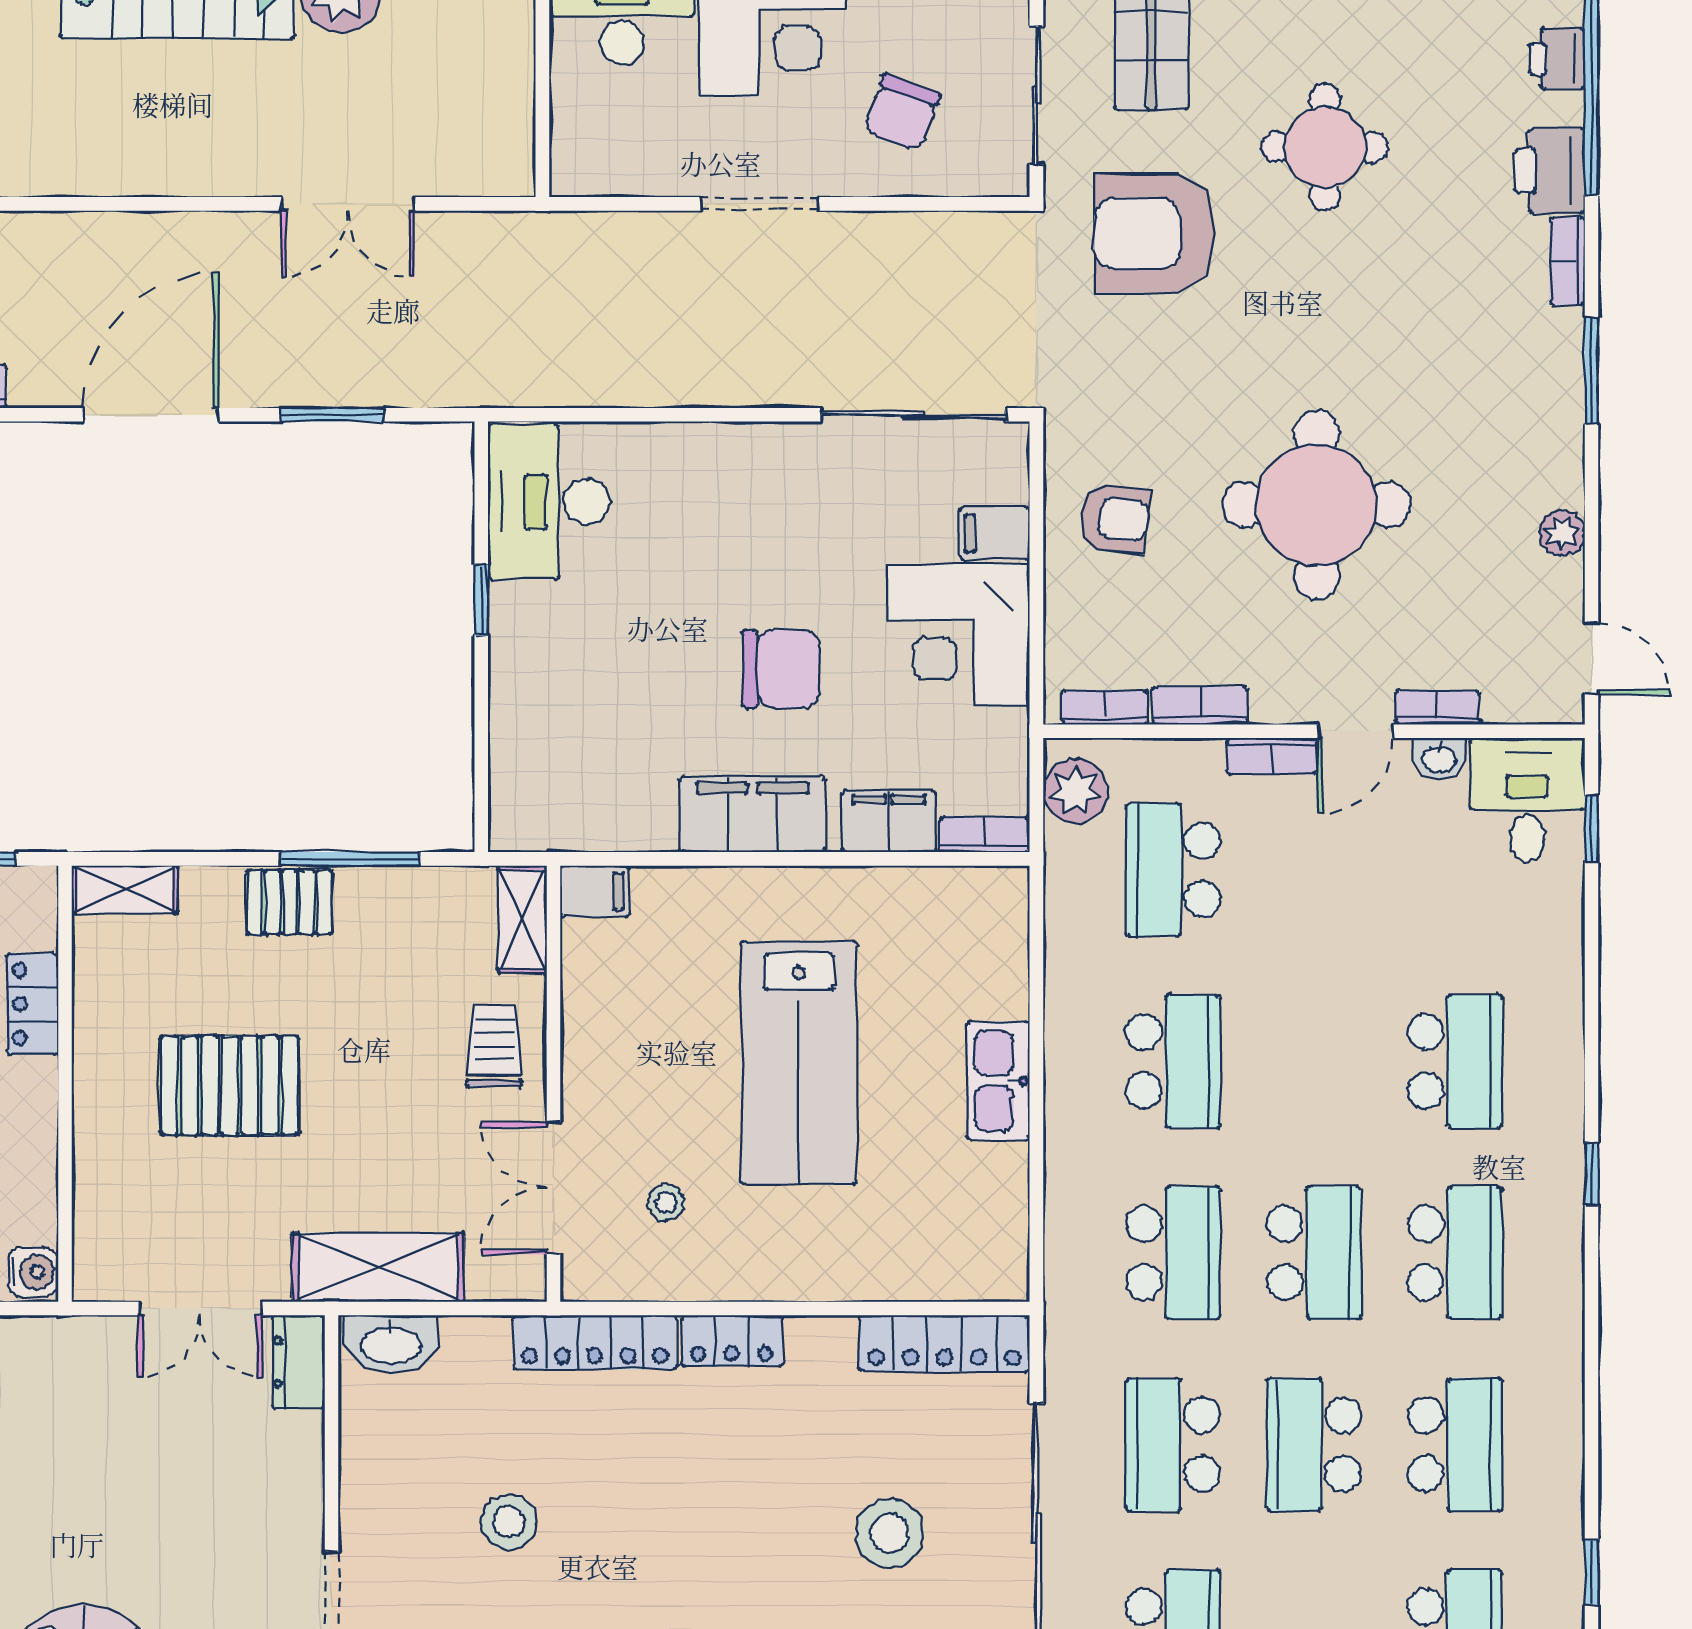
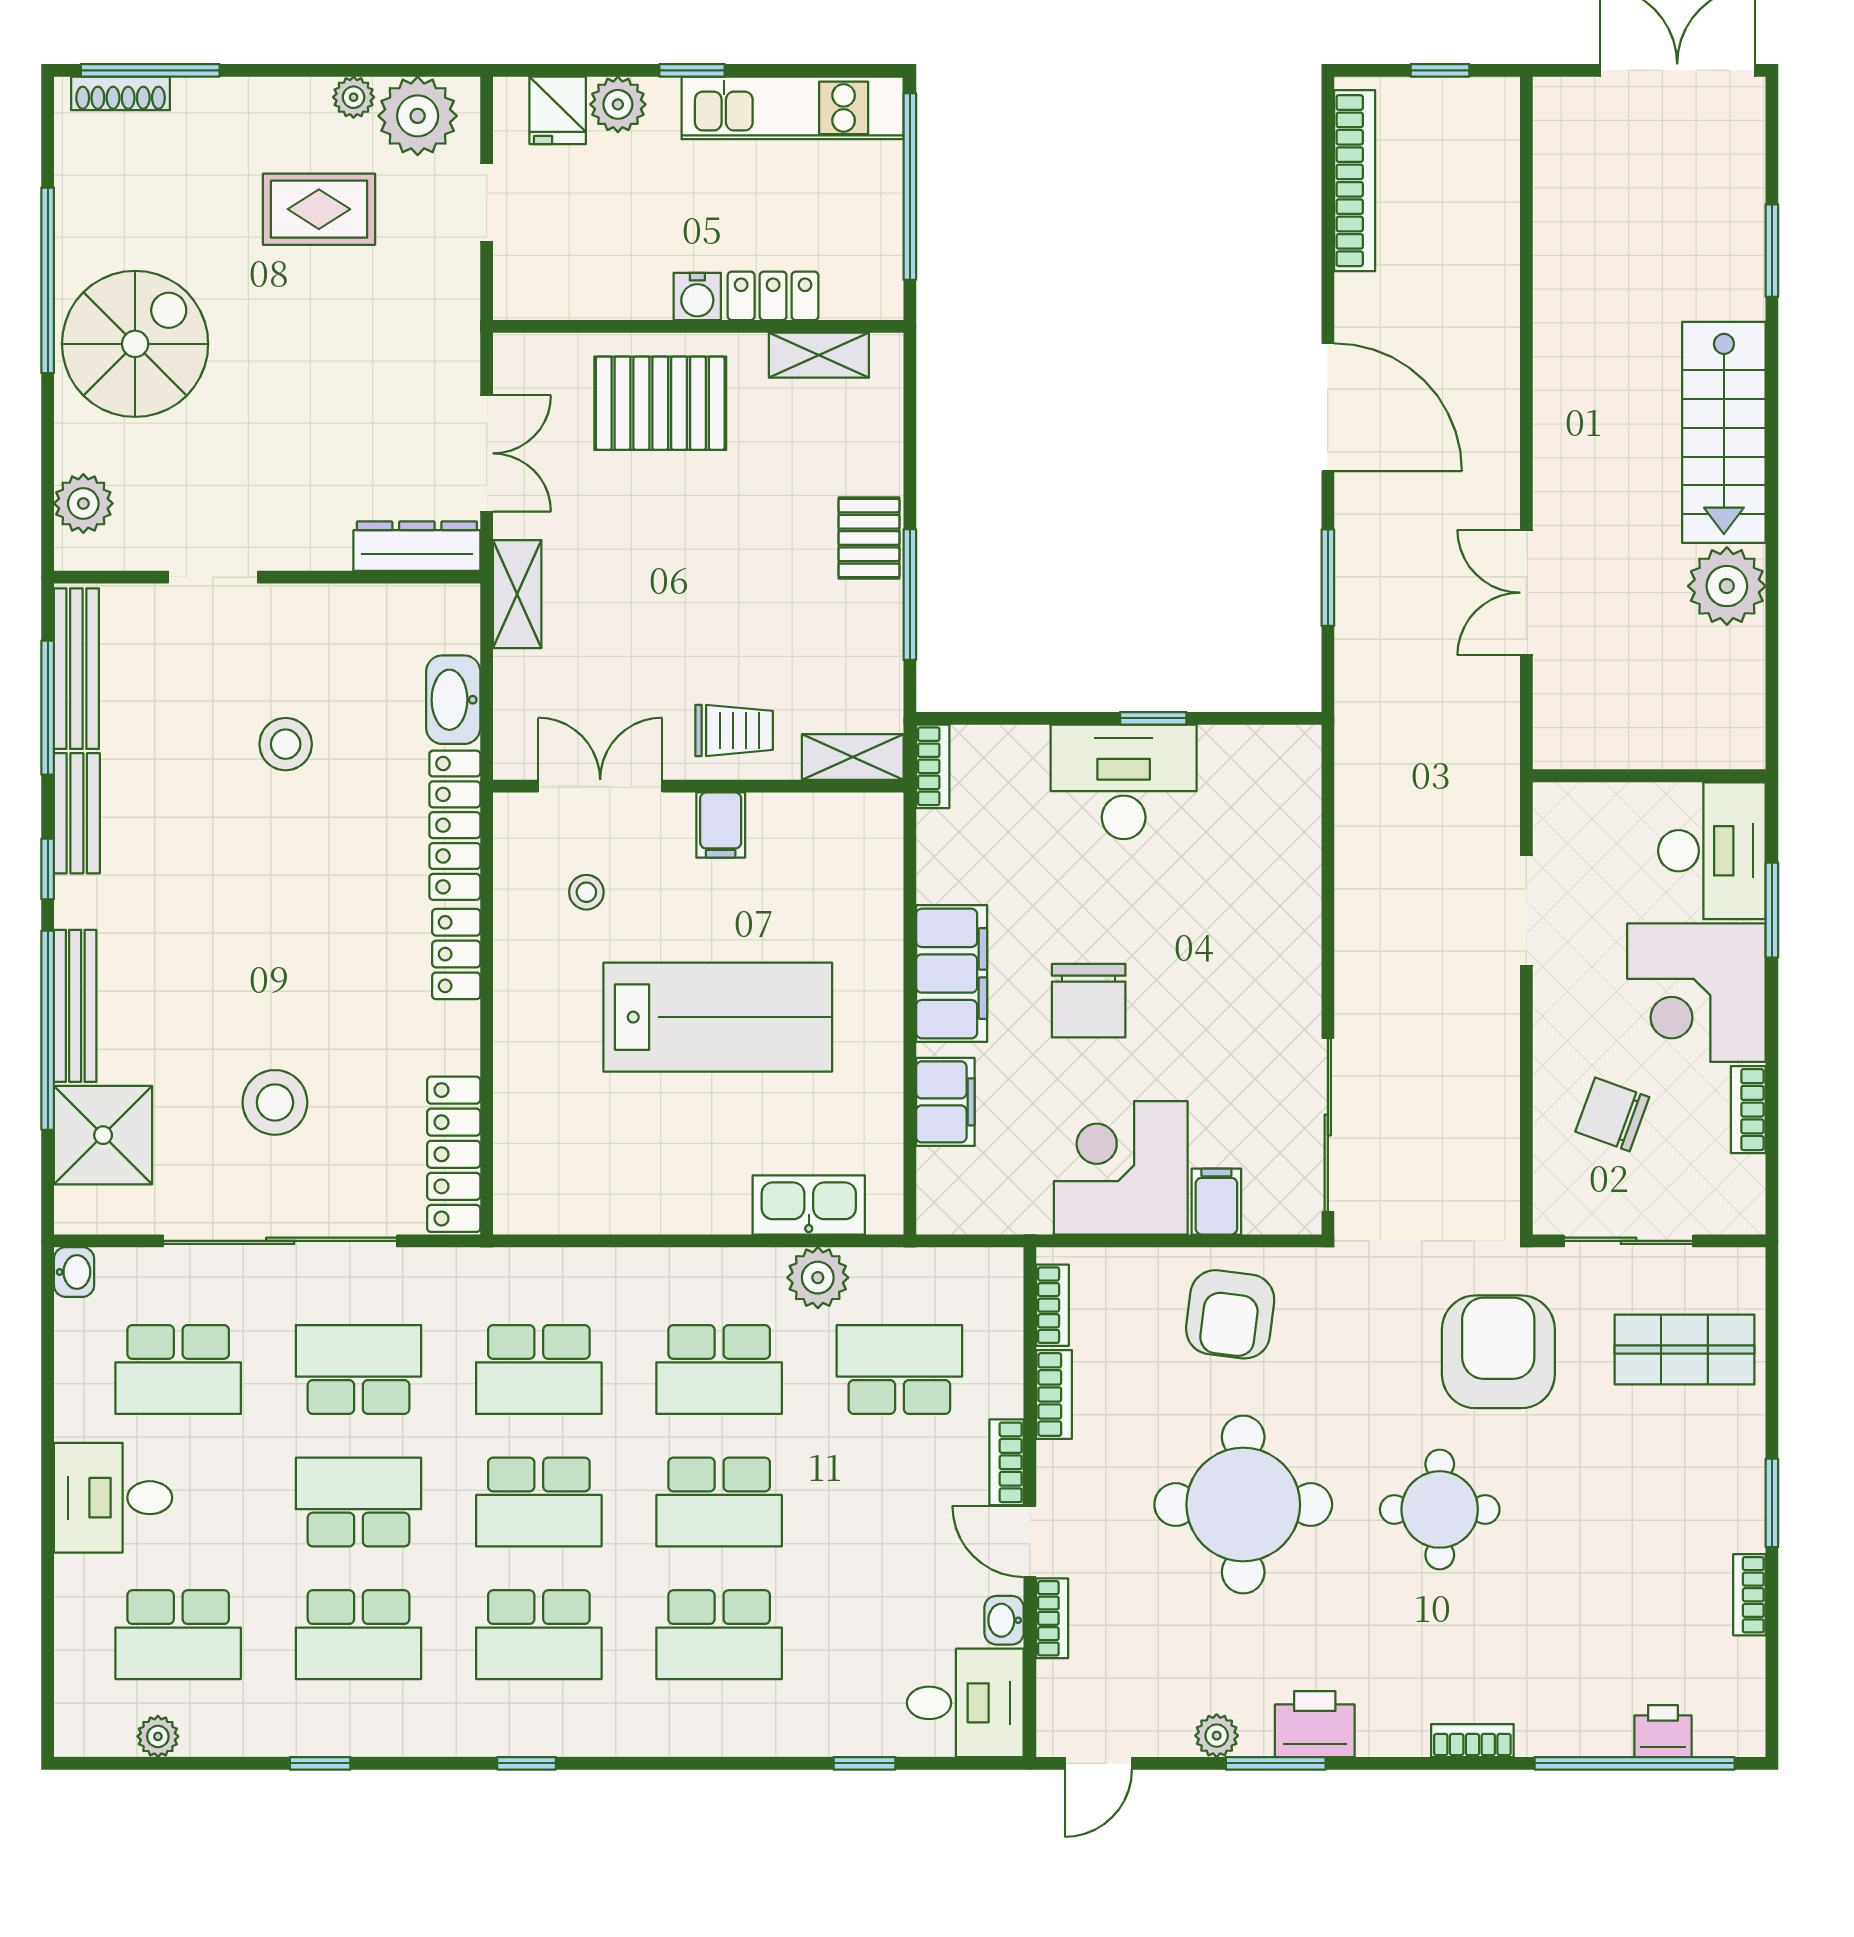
round table: (1325, 147) -> (1440, 1509), moved
printer: (1550, 171) -> (1315, 1724), moved
doorway: (759, 204) -> (1526, 911), moved
window: (1591, 371) -> (1276, 1763), moved
desk: (549, 502) -> (1124, 782), moved
armchair: (1114, 519) -> (1230, 1314), width x1.38, depth x1.38
plant: (1075, 791) -> (818, 1278), moved
window: (1591, 829) -> (864, 1763), moved
bookcase: (984, 834) -> (933, 766), moved
shelving: (125, 889) -> (819, 355), moved, turned 90
filing cabinet: (595, 891) -> (721, 825), moved
school desk: (1314, 1061) -> (719, 1502), added
lab bench: (799, 1063) -> (718, 1017), turned 180
kitchen sink: (998, 1081) -> (809, 1205), moved
pallet: (230, 1085) -> (660, 403), moved, turned 90
window: (1591, 1174) -> (527, 1763), moved
shelving: (378, 1267) -> (517, 594), width x0.67, depth x0.75
water cooler: (33, 1272) -> (697, 296), moved
double door: (200, 1308) -> (487, 453), swing flipped
washbasin: (391, 1344) -> (453, 700), moved
dresser: (298, 1362) -> (417, 546), width x1.44
window: (1591, 1573) -> (320, 1763), moved

